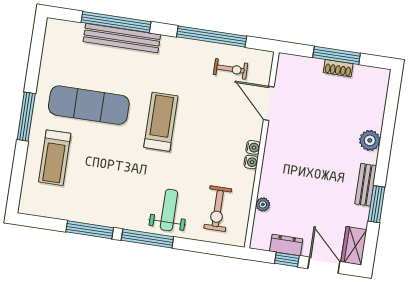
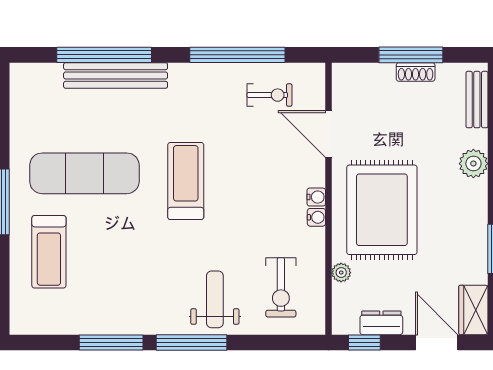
rug: (299, 164) -> (382, 210), added
bench: (366, 185) -> (477, 100), moved
window: (287, 260) -> (364, 342), moved

